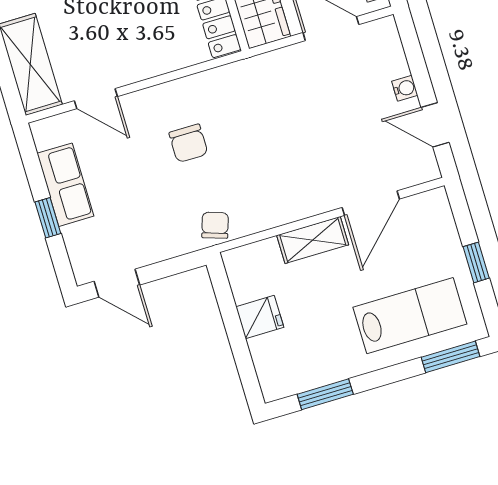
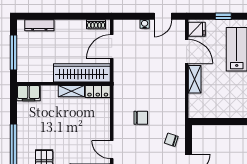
door: (96, 99) -> (112, 150), swing flipped
chair: (215, 225) -> (171, 140), moved
fridge: (260, 317) -> (197, 29), moved, turned 90

